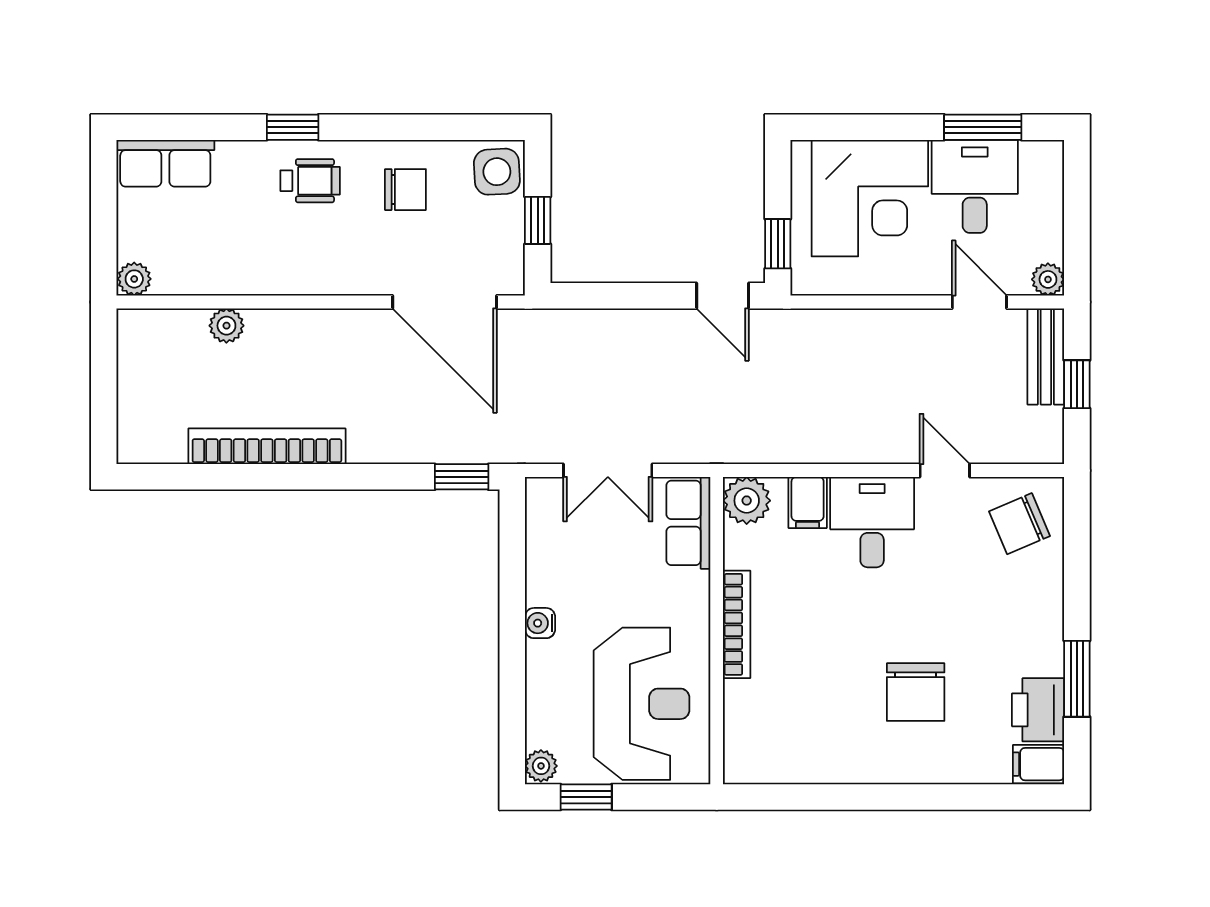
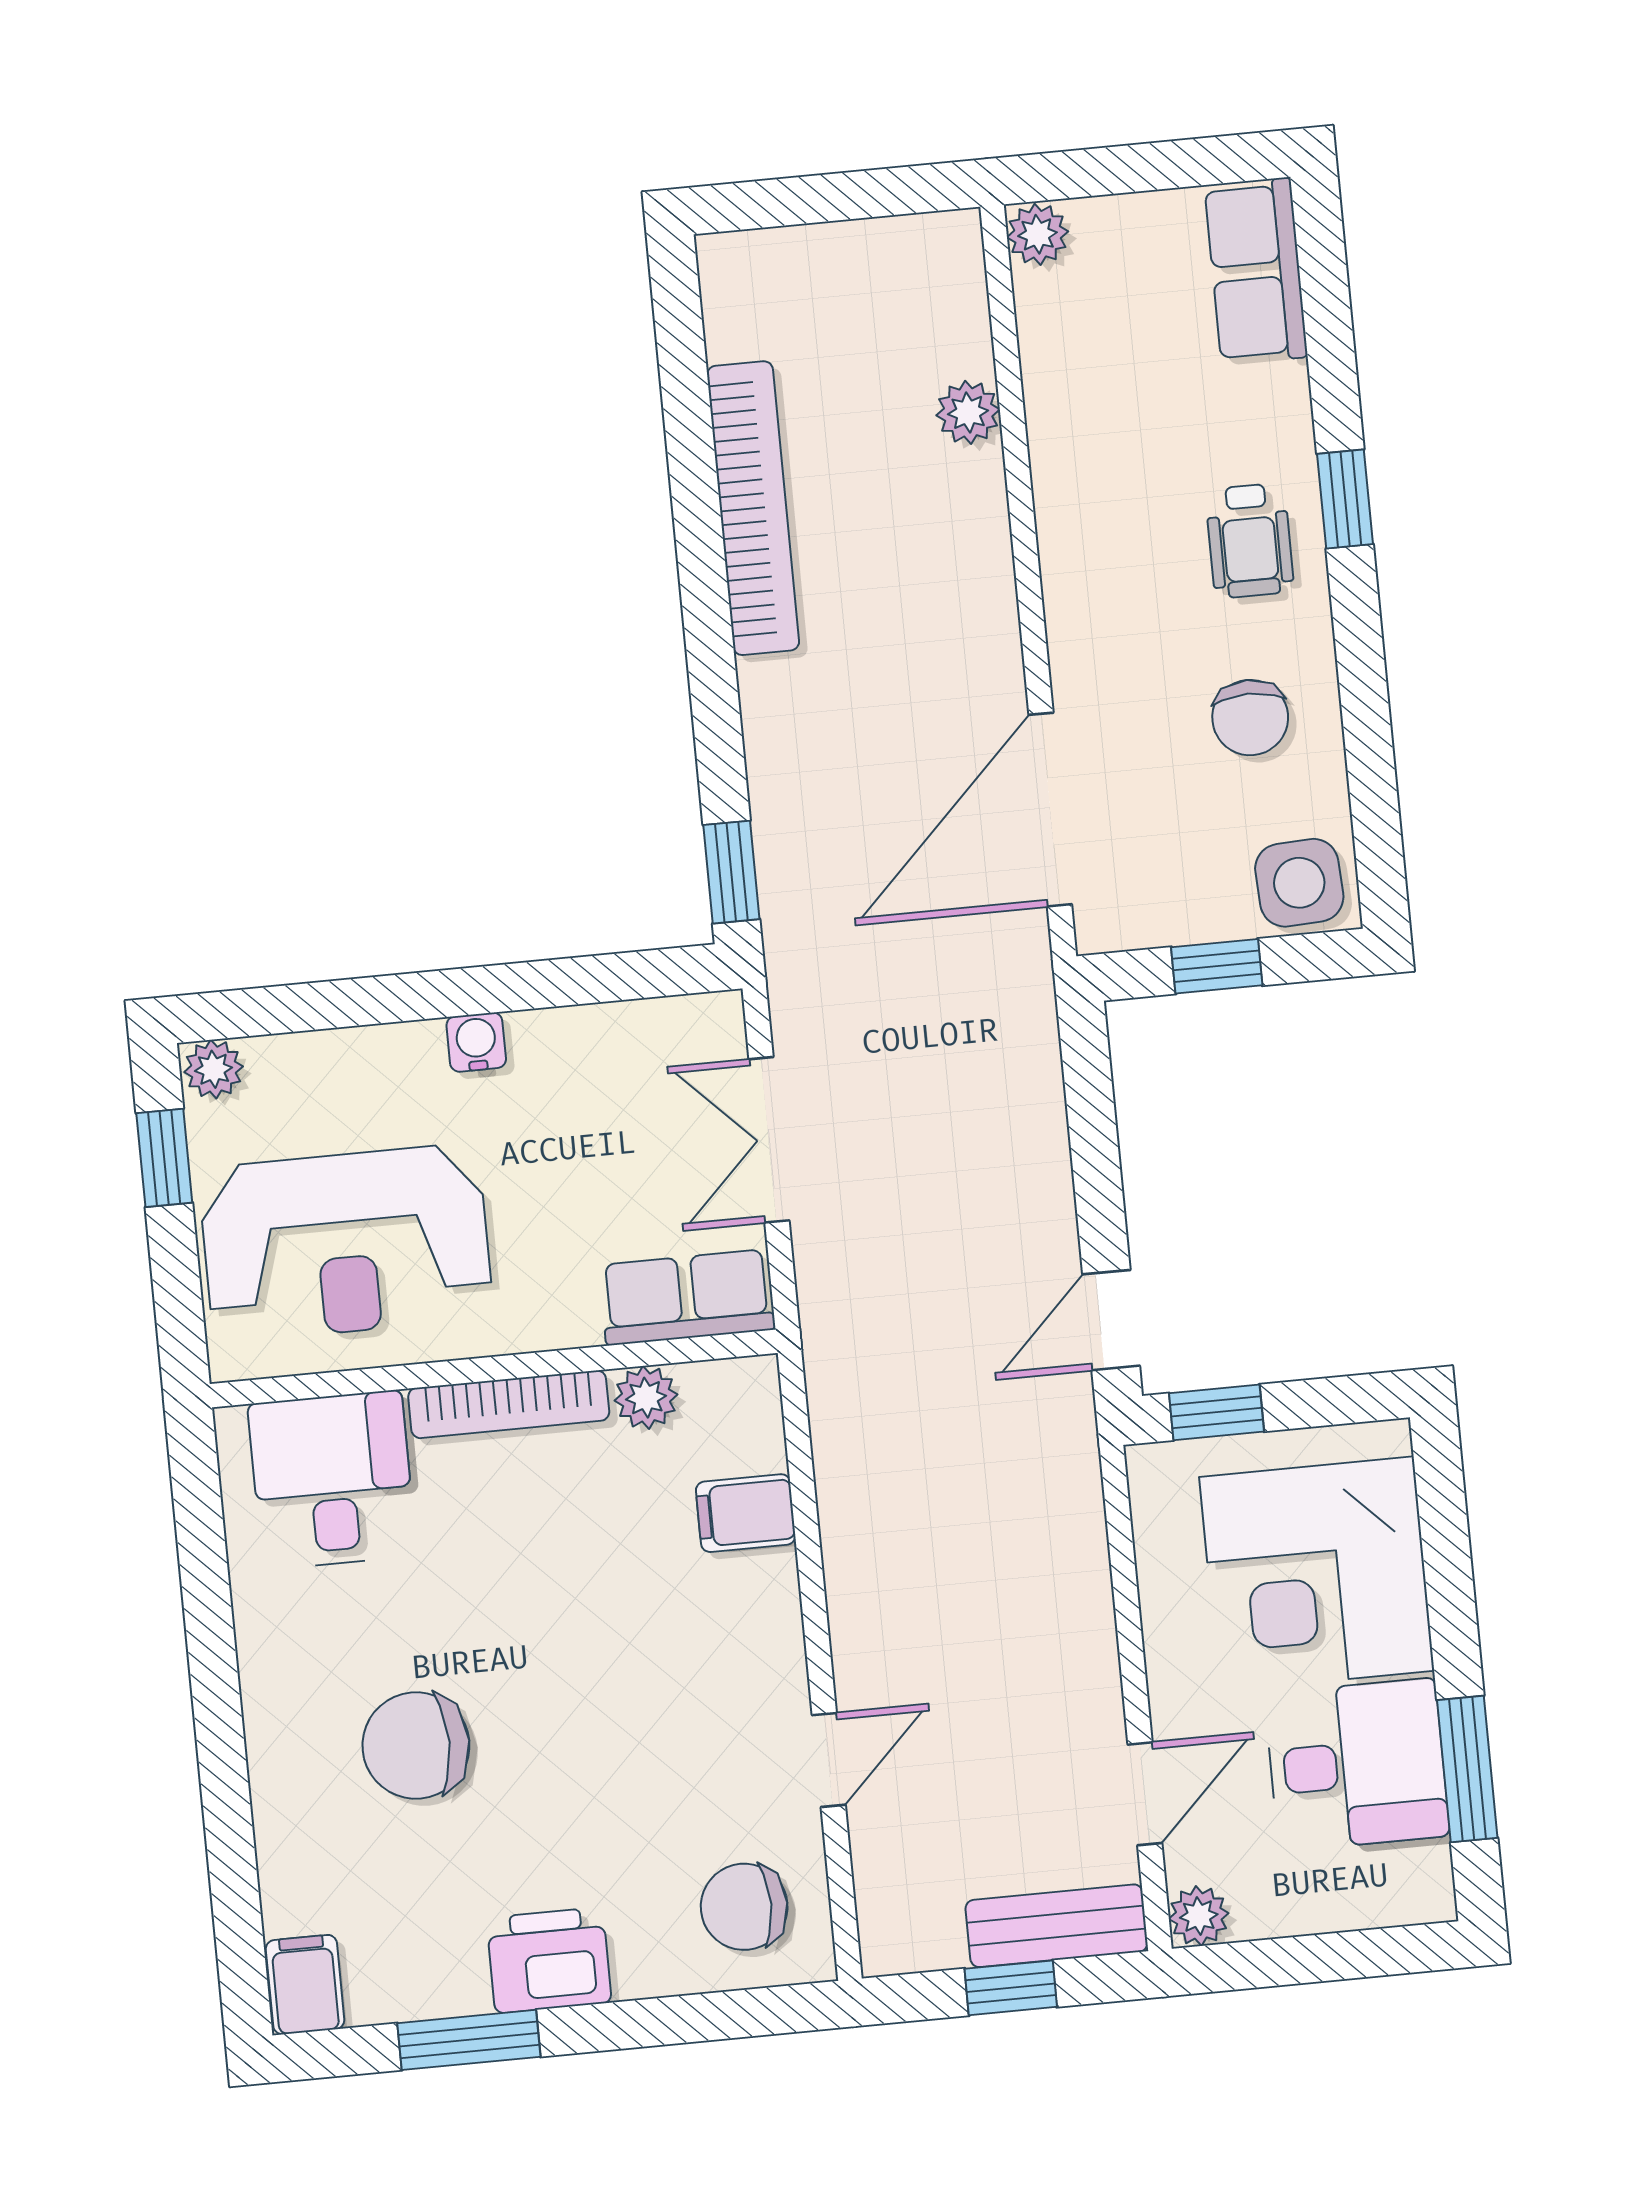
plant: (747, 501) -> (646, 1398), moved, width x0.73, depth x0.73
desk: (872, 522) -> (332, 1480), moved, turned -90
chair: (1019, 524) -> (744, 1907), turned -67
printer: (1038, 710) -> (549, 1960), moved

